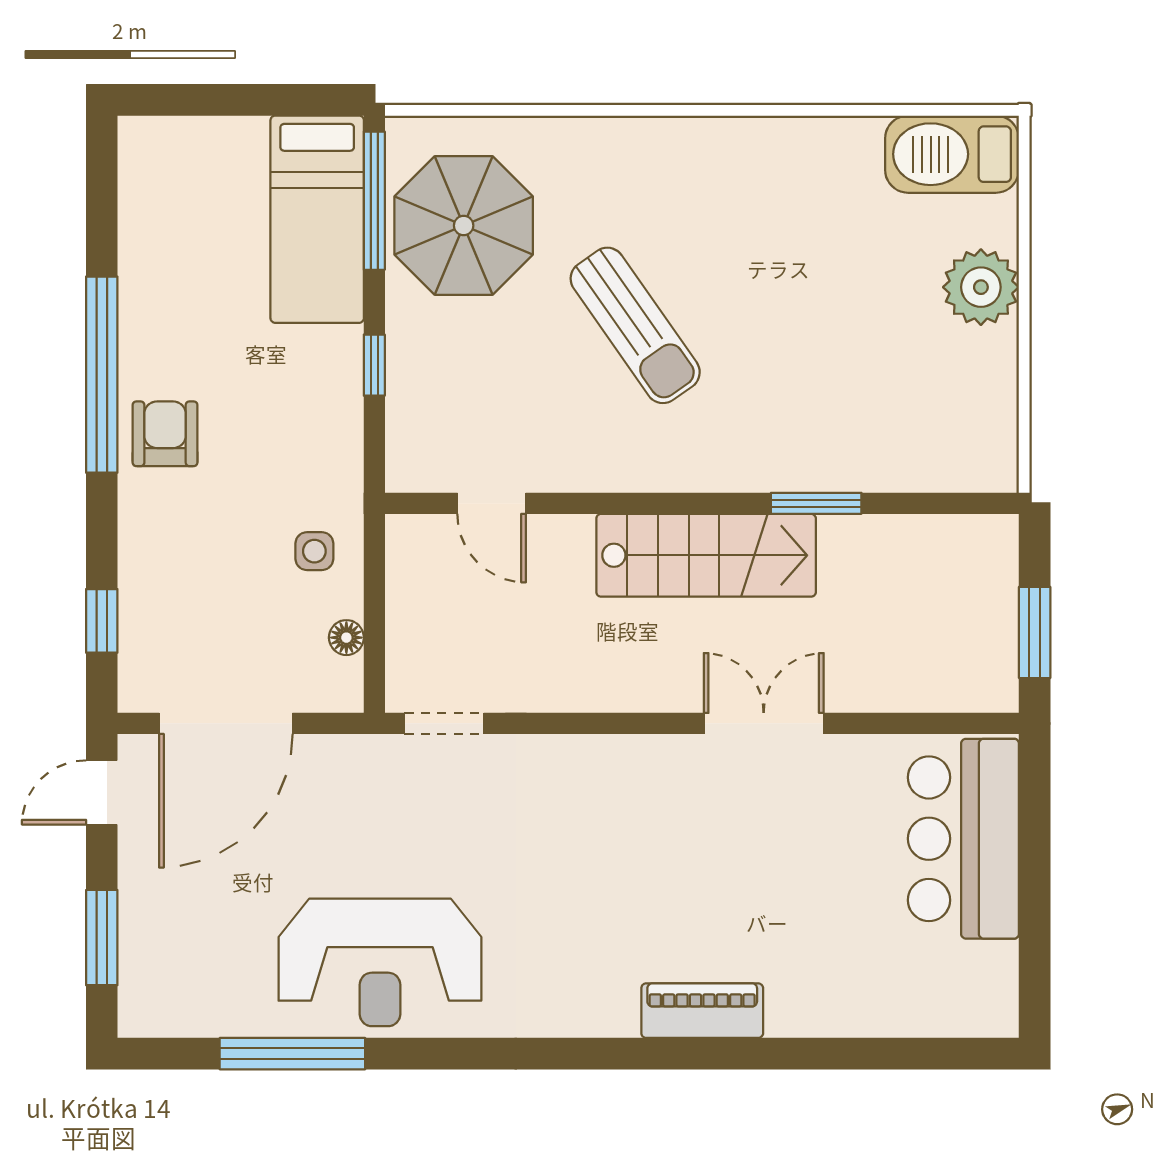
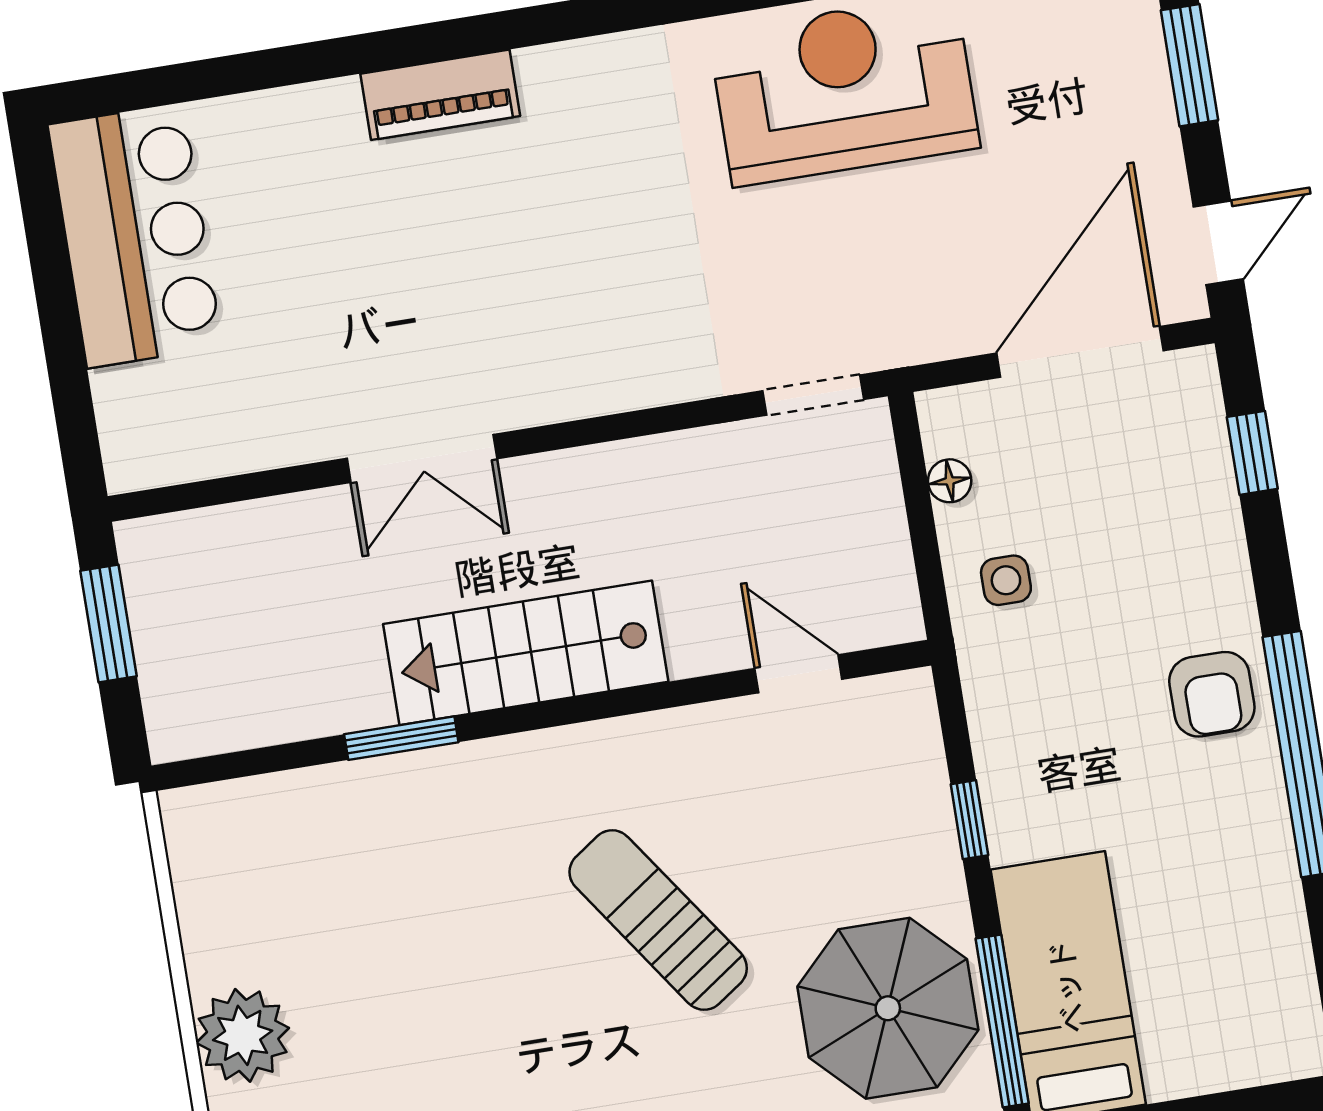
bar counter: (963, 839) -> (135, 236), moved

